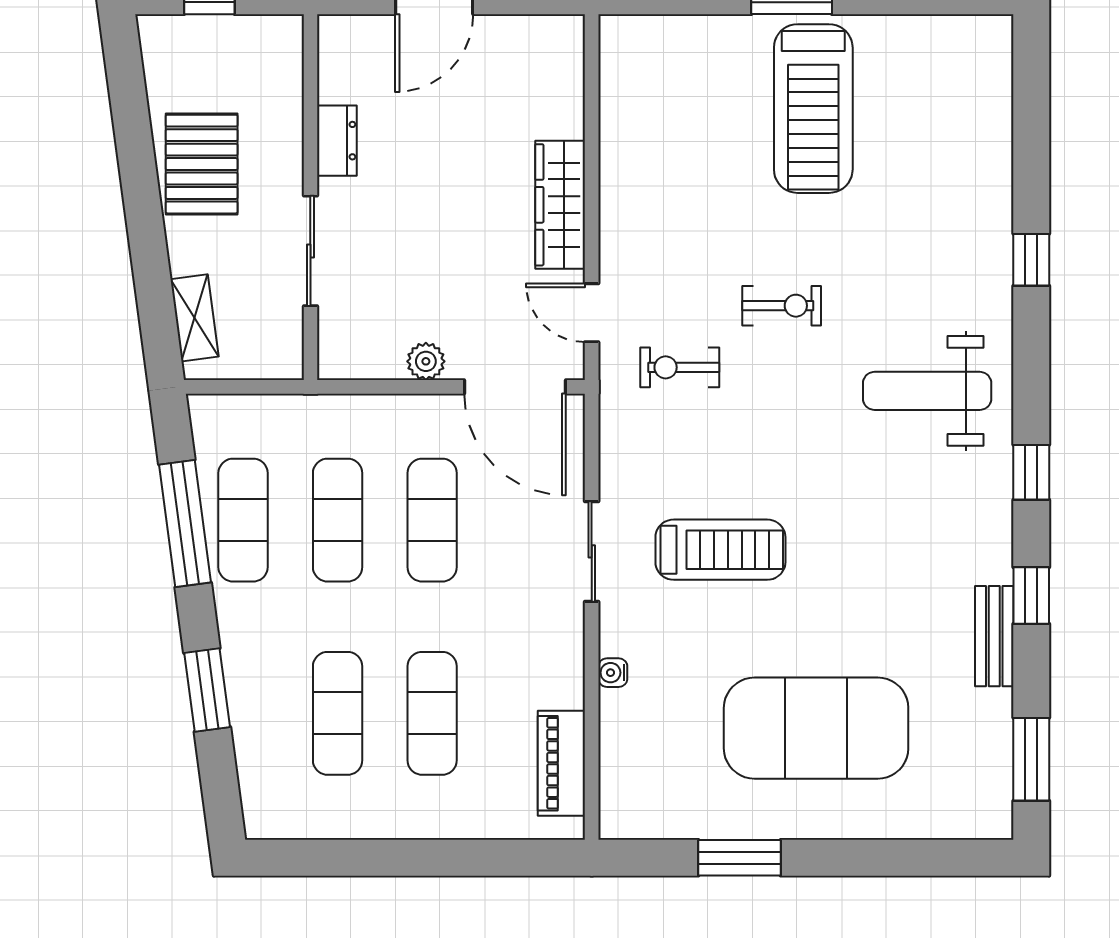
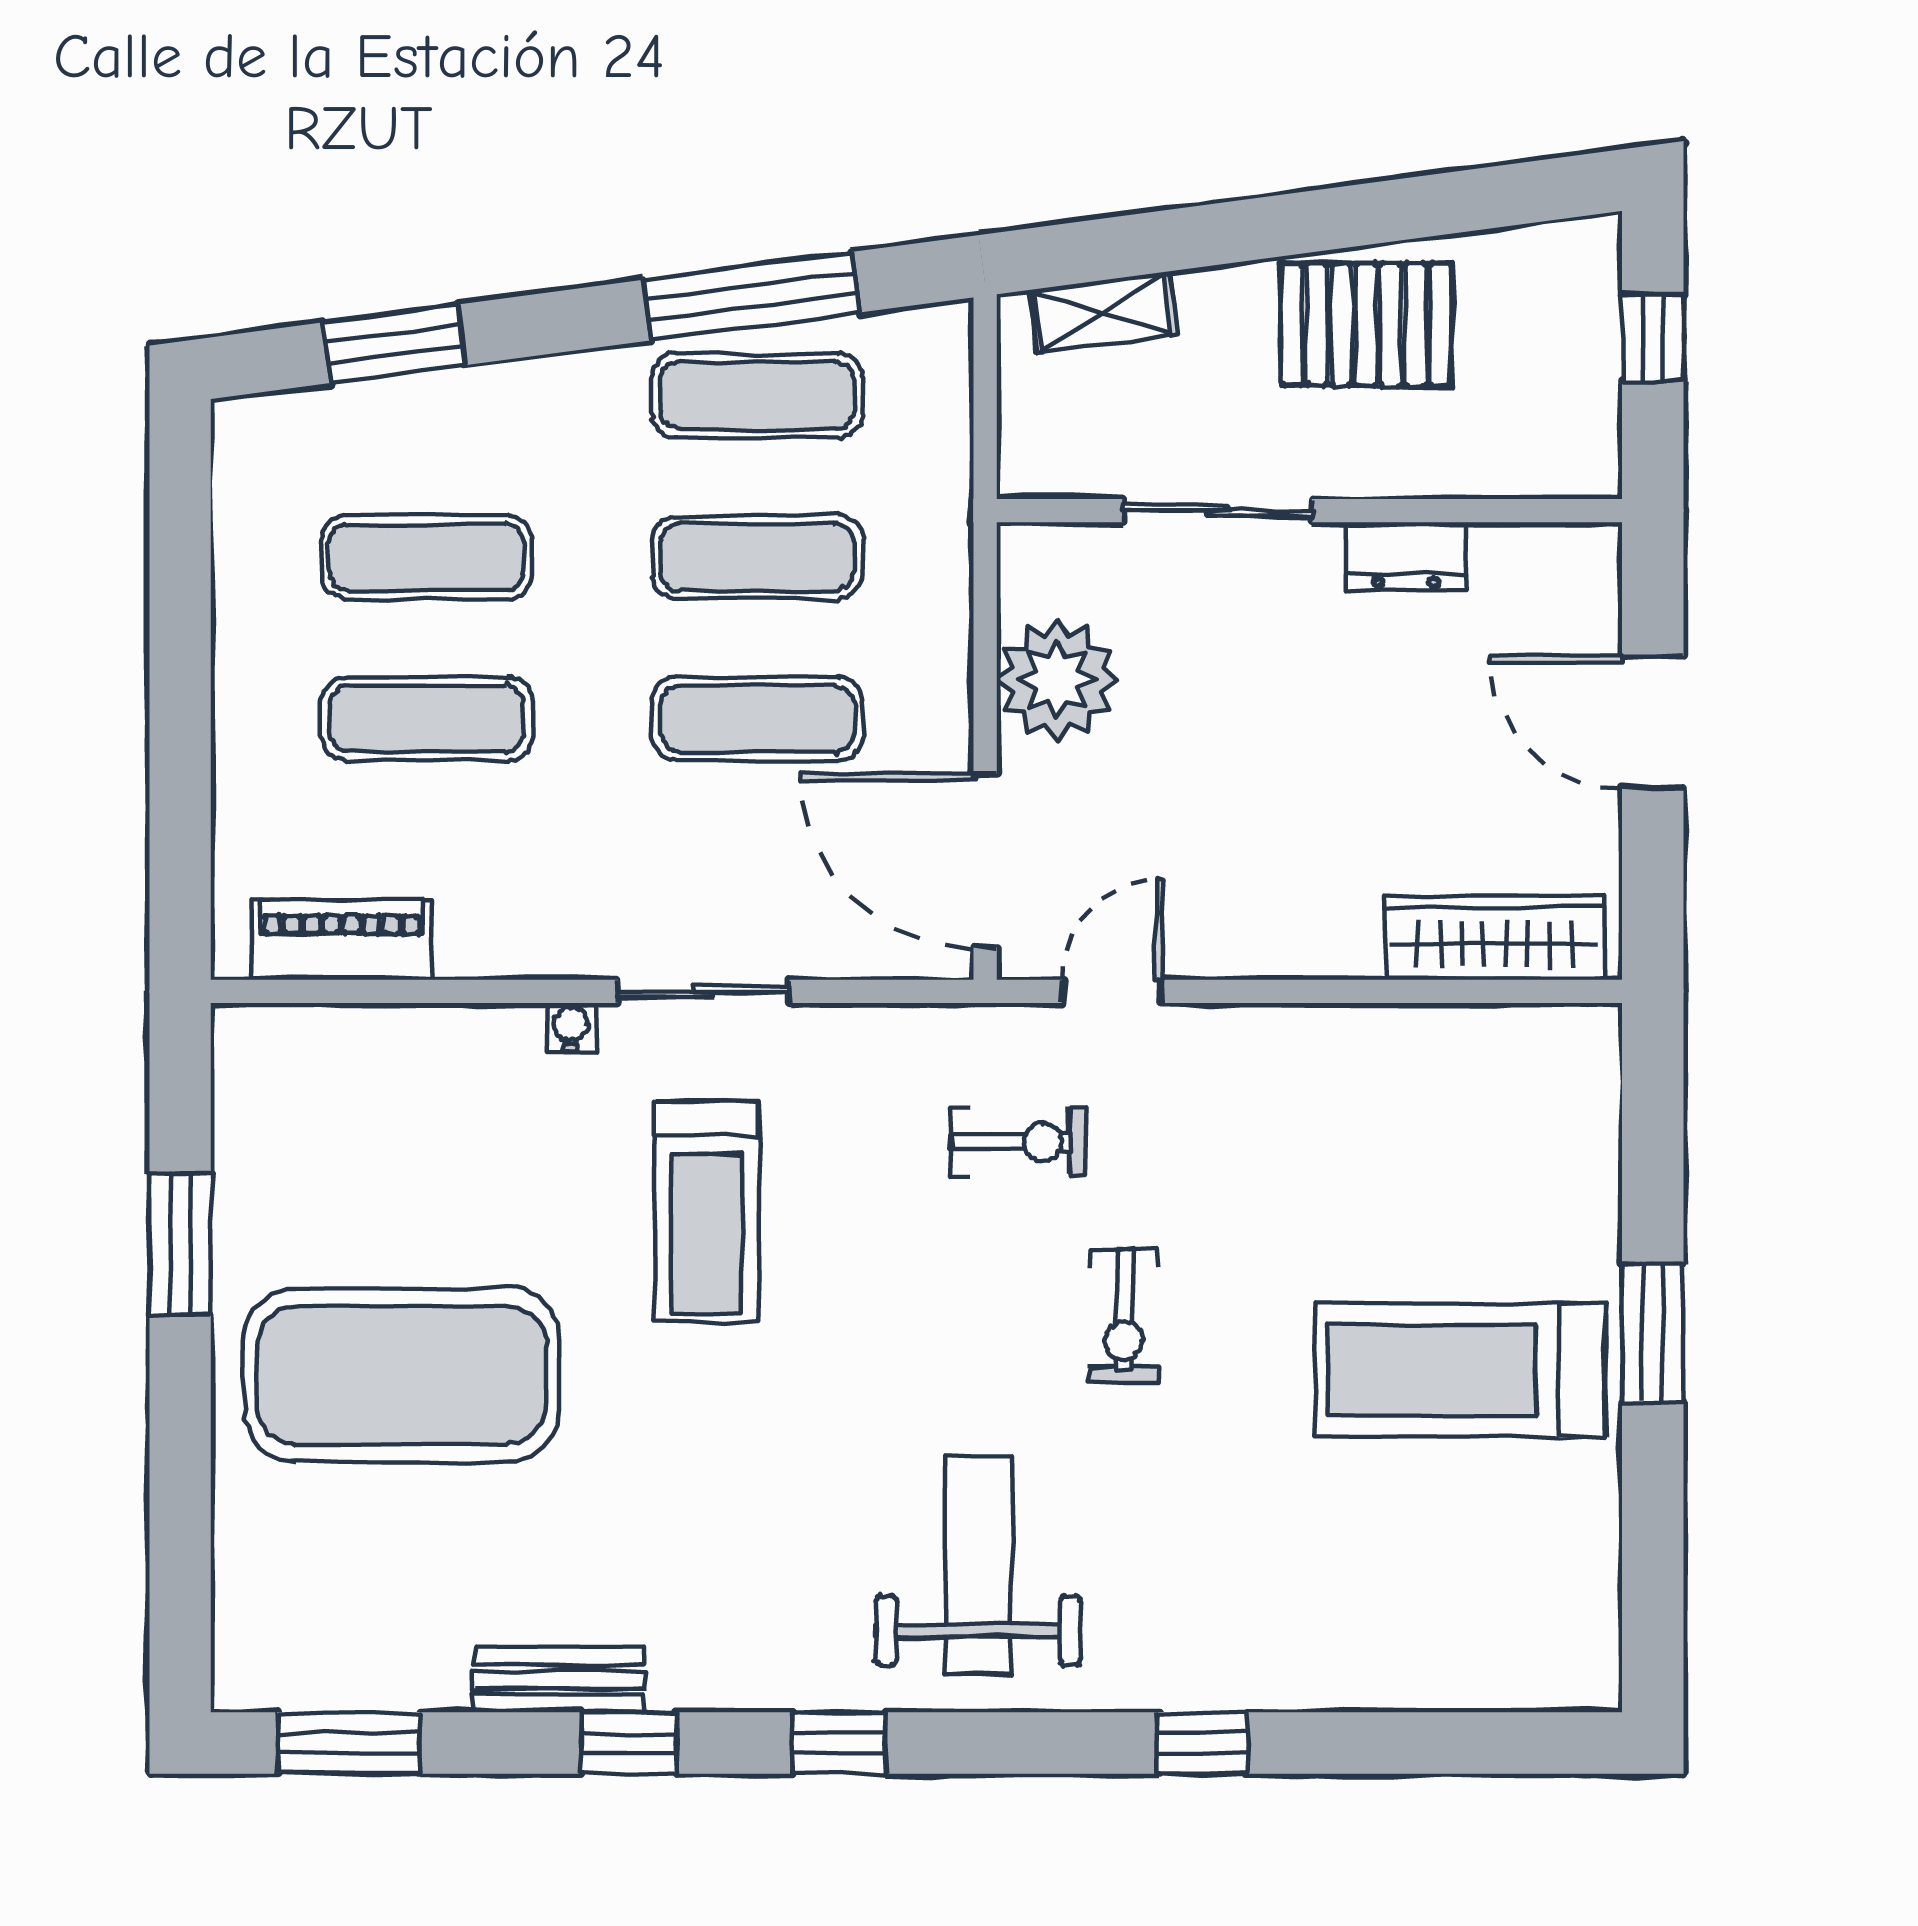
wardrobe: (560, 205) -> (1495, 938), moved
plant: (426, 361) -> (1057, 680), width x1.87, depth x1.87
exercise bike: (680, 367) -> (1018, 1142), turned 90
door: (515, 387) -> (985, 860), hinge flipped
water cooler: (613, 673) -> (571, 1028), moved
window: (207, 690) -> (394, 344), moved
exercise mat: (816, 728) -> (402, 1375), turned 90

